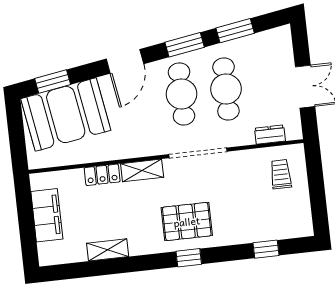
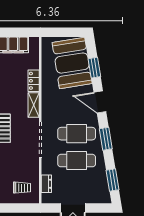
window: (235, 31) -> (113, 180), moved
window: (53, 82) -> (94, 68), moved

